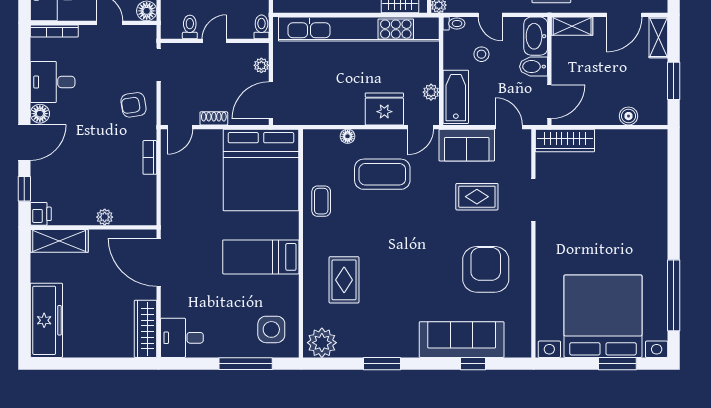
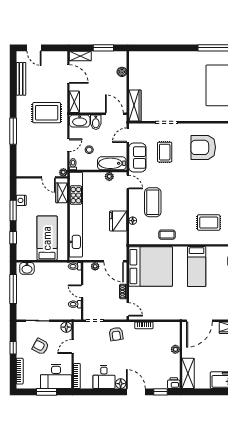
fridge: (384, 109) -> (118, 221), moved

